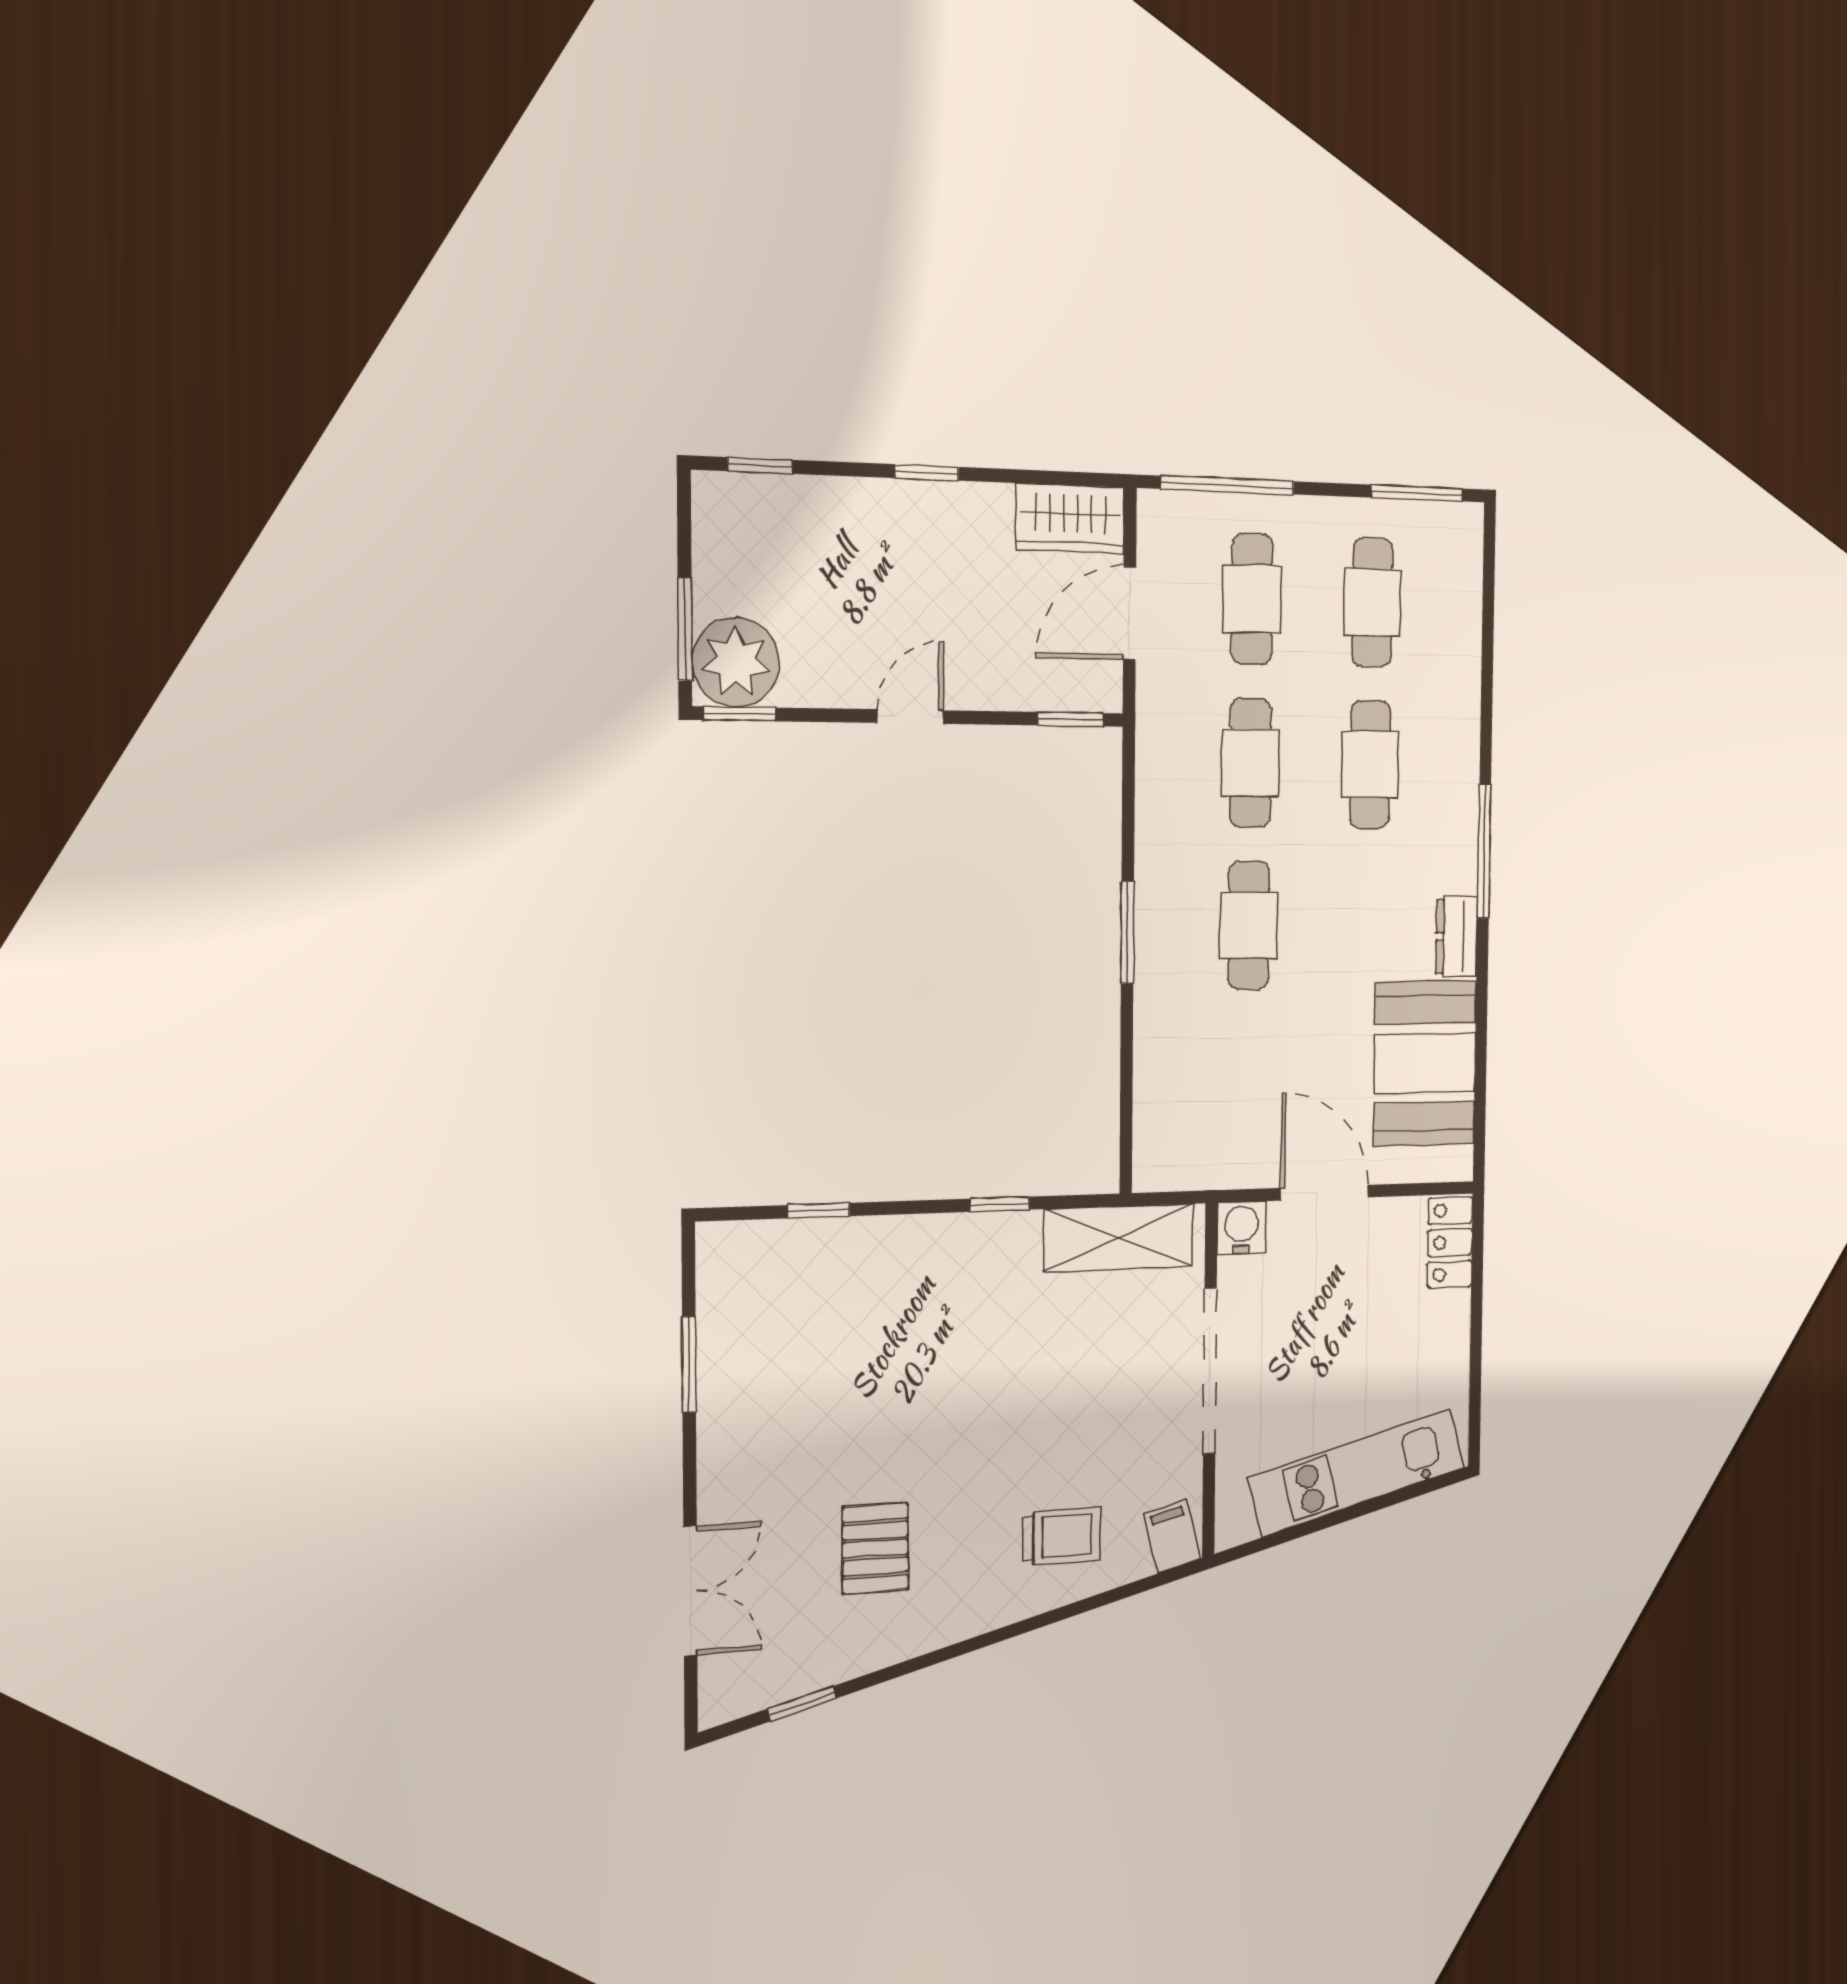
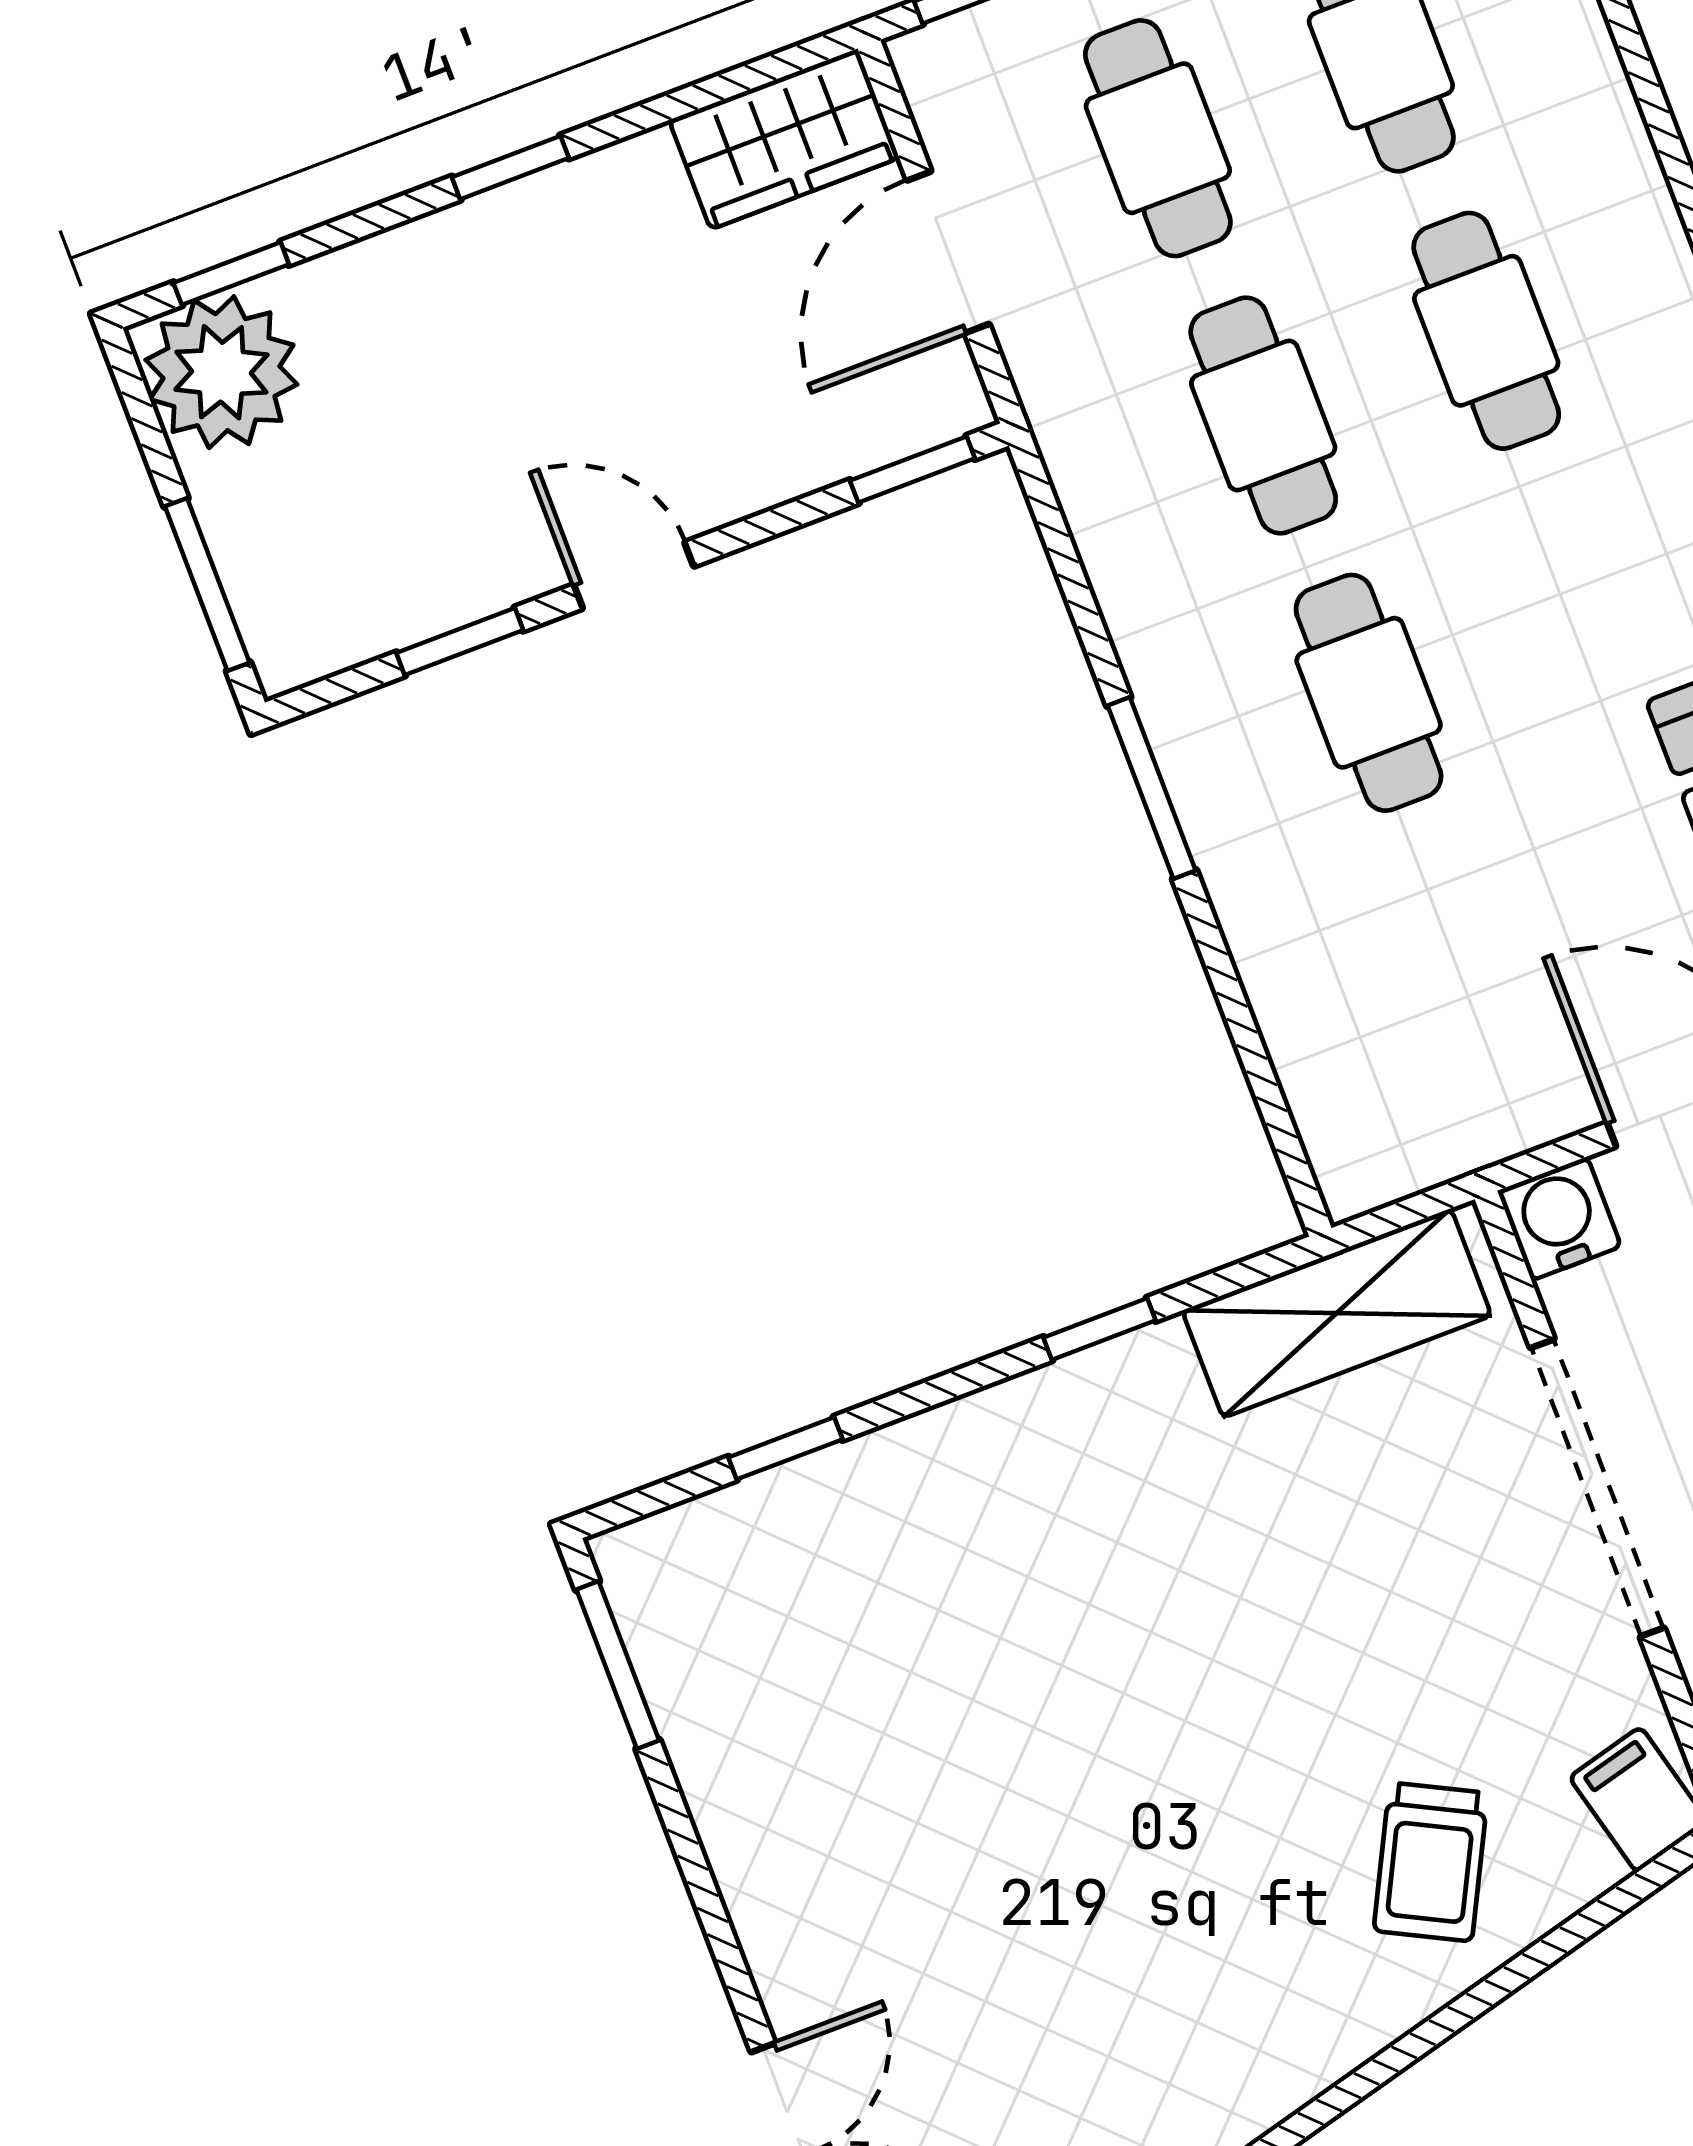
plant: (736, 662) -> (221, 372), moved
window: (740, 714) -> (460, 641), moved
door: (910, 717) -> (634, 575), hinge flipped
window: (689, 1365) -> (618, 1665), moved
trolley: (1061, 1536) -> (1431, 1862), turned 117
pallet: (875, 1549) -> (1101, 1986), removed

